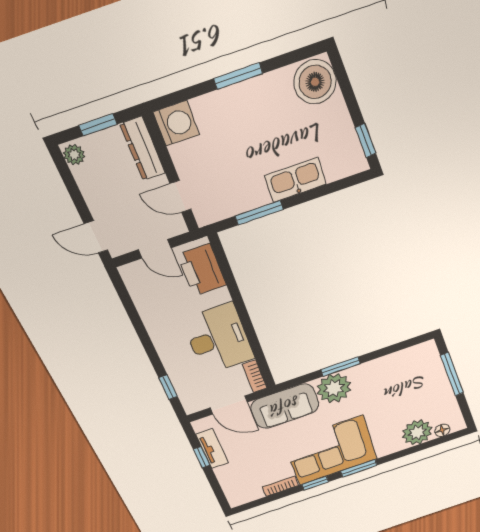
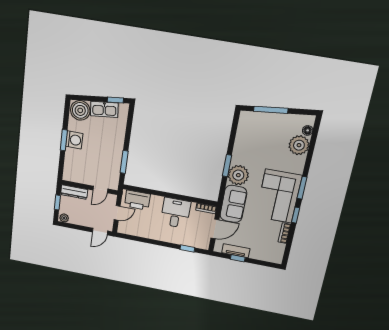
washing machine: (176, 123) -> (74, 140), moved, turned 90
kitchen sink: (296, 180) -> (104, 109), moved, turned -96
desk: (218, 339) -> (176, 213), width x0.73

